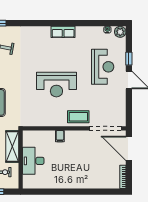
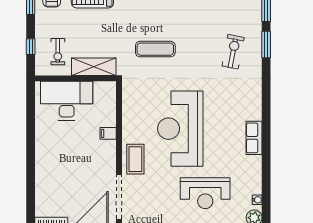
reception desk: (56, 85) -> (180, 129), width x1.36, depth x1.30
desk: (33, 161) -> (67, 101), width x1.36, depth x1.30

